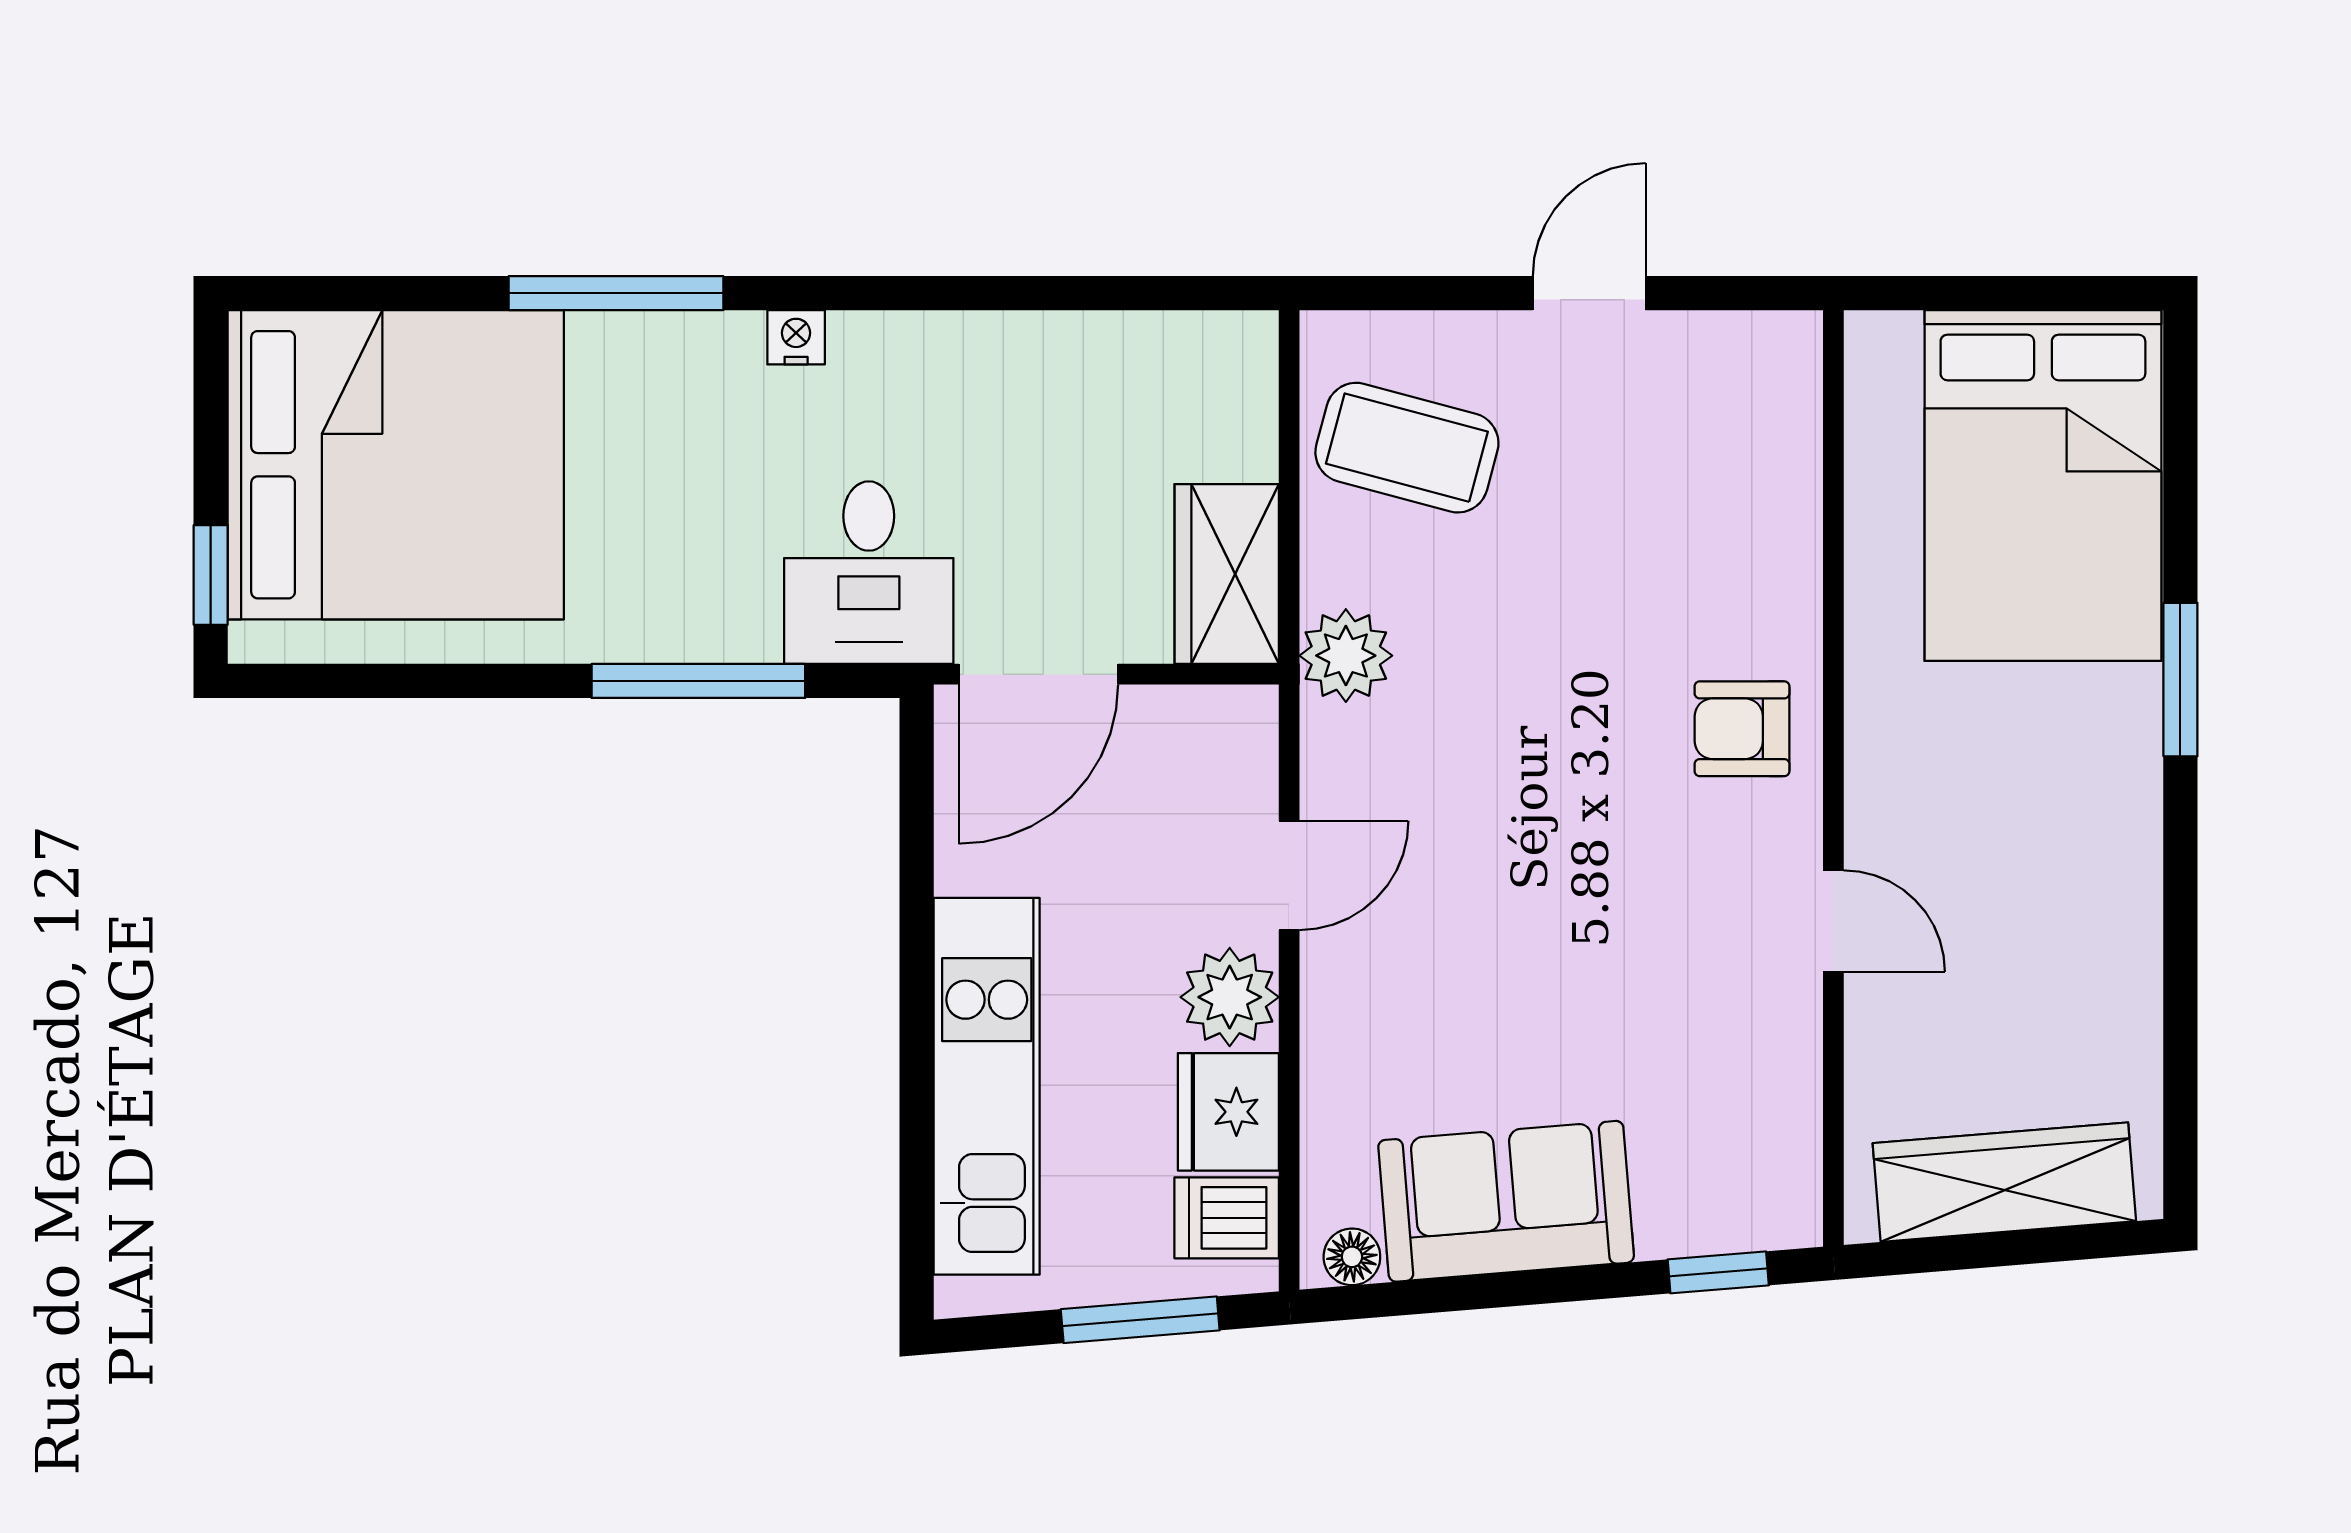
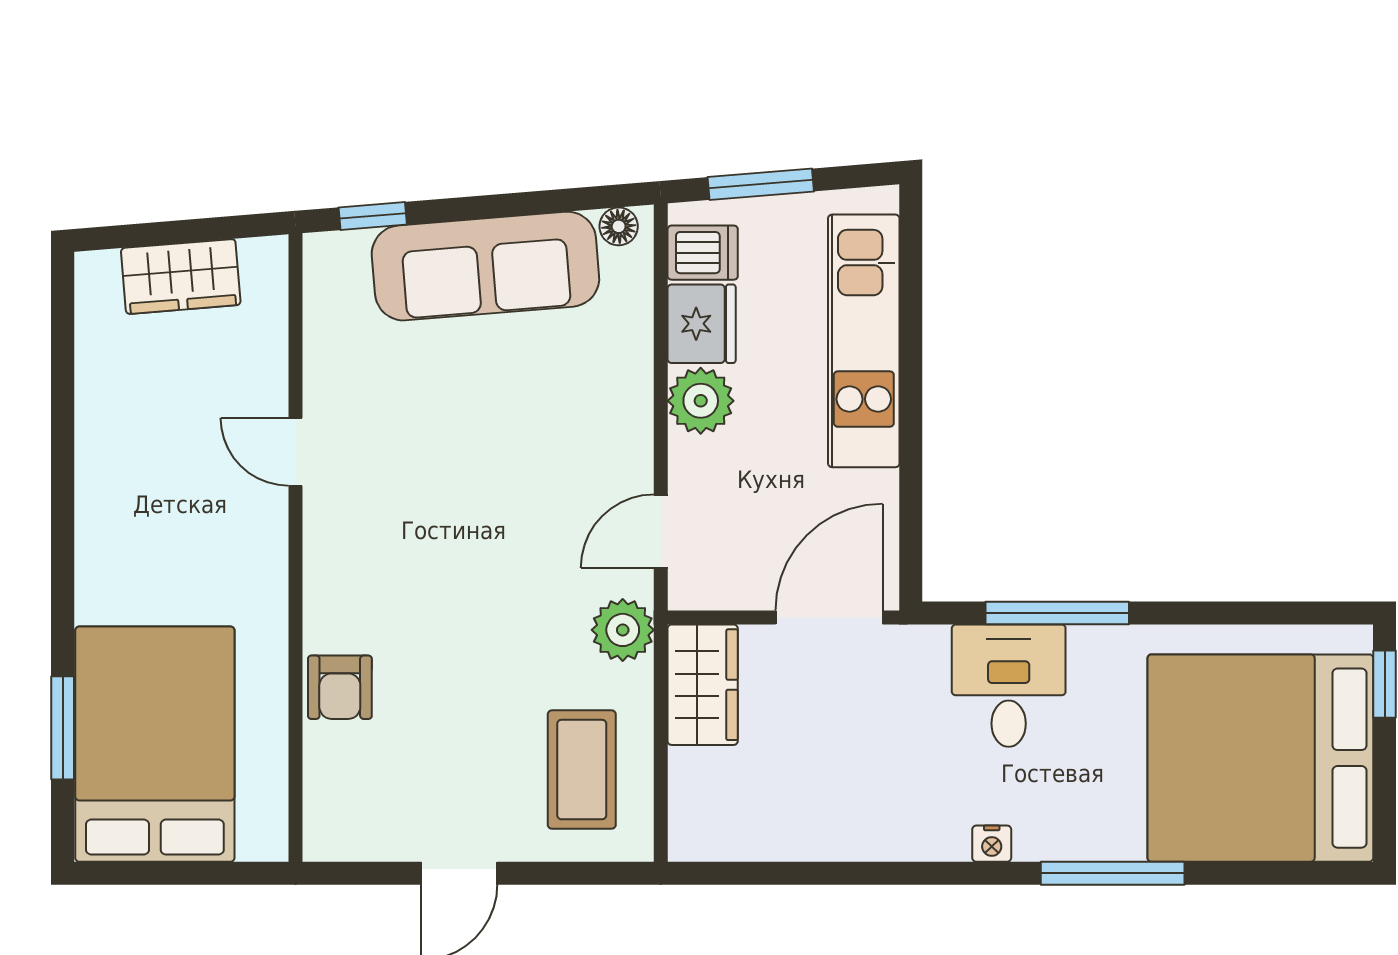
coffee table: (1407, 448) -> (582, 770), turned 75
desk: (869, 573) -> (1009, 686), moved
window: (2180, 680) -> (63, 728), moved
armchair: (1742, 729) -> (340, 687), moved, turned 90
door: (1289, 875) -> (661, 531), moved
wardrobe: (2004, 1182) -> (181, 277), width x0.67
sofa: (1506, 1201) -> (485, 266), width x1.36

